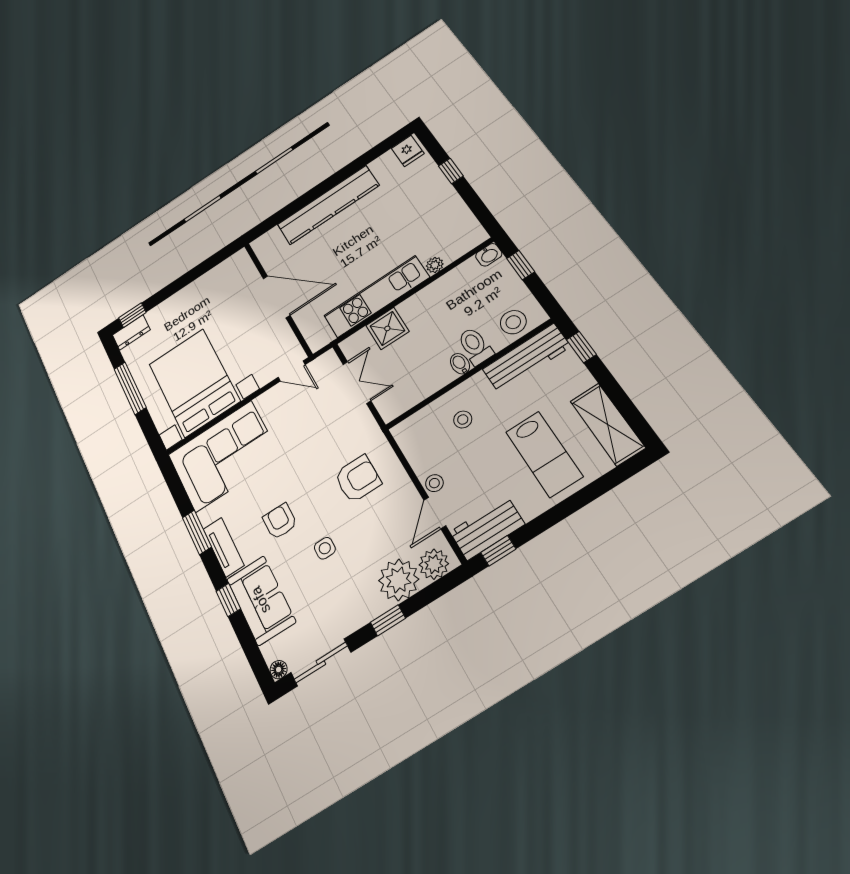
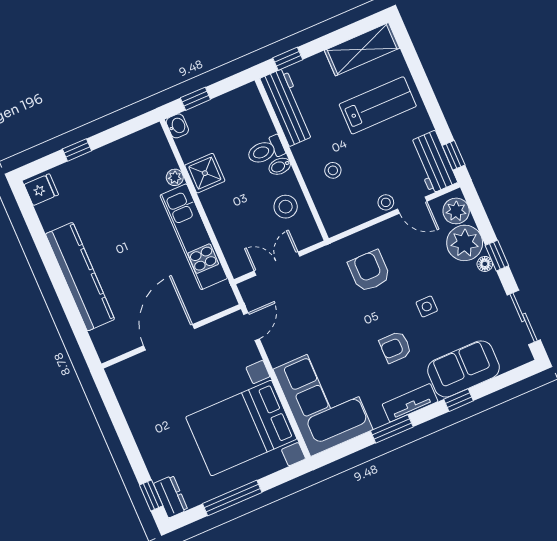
stool: (513, 322) -> (286, 207), moved
shower: (387, 328) -> (205, 173), moved
floor lamp: (279, 670) -> (485, 264), moved

